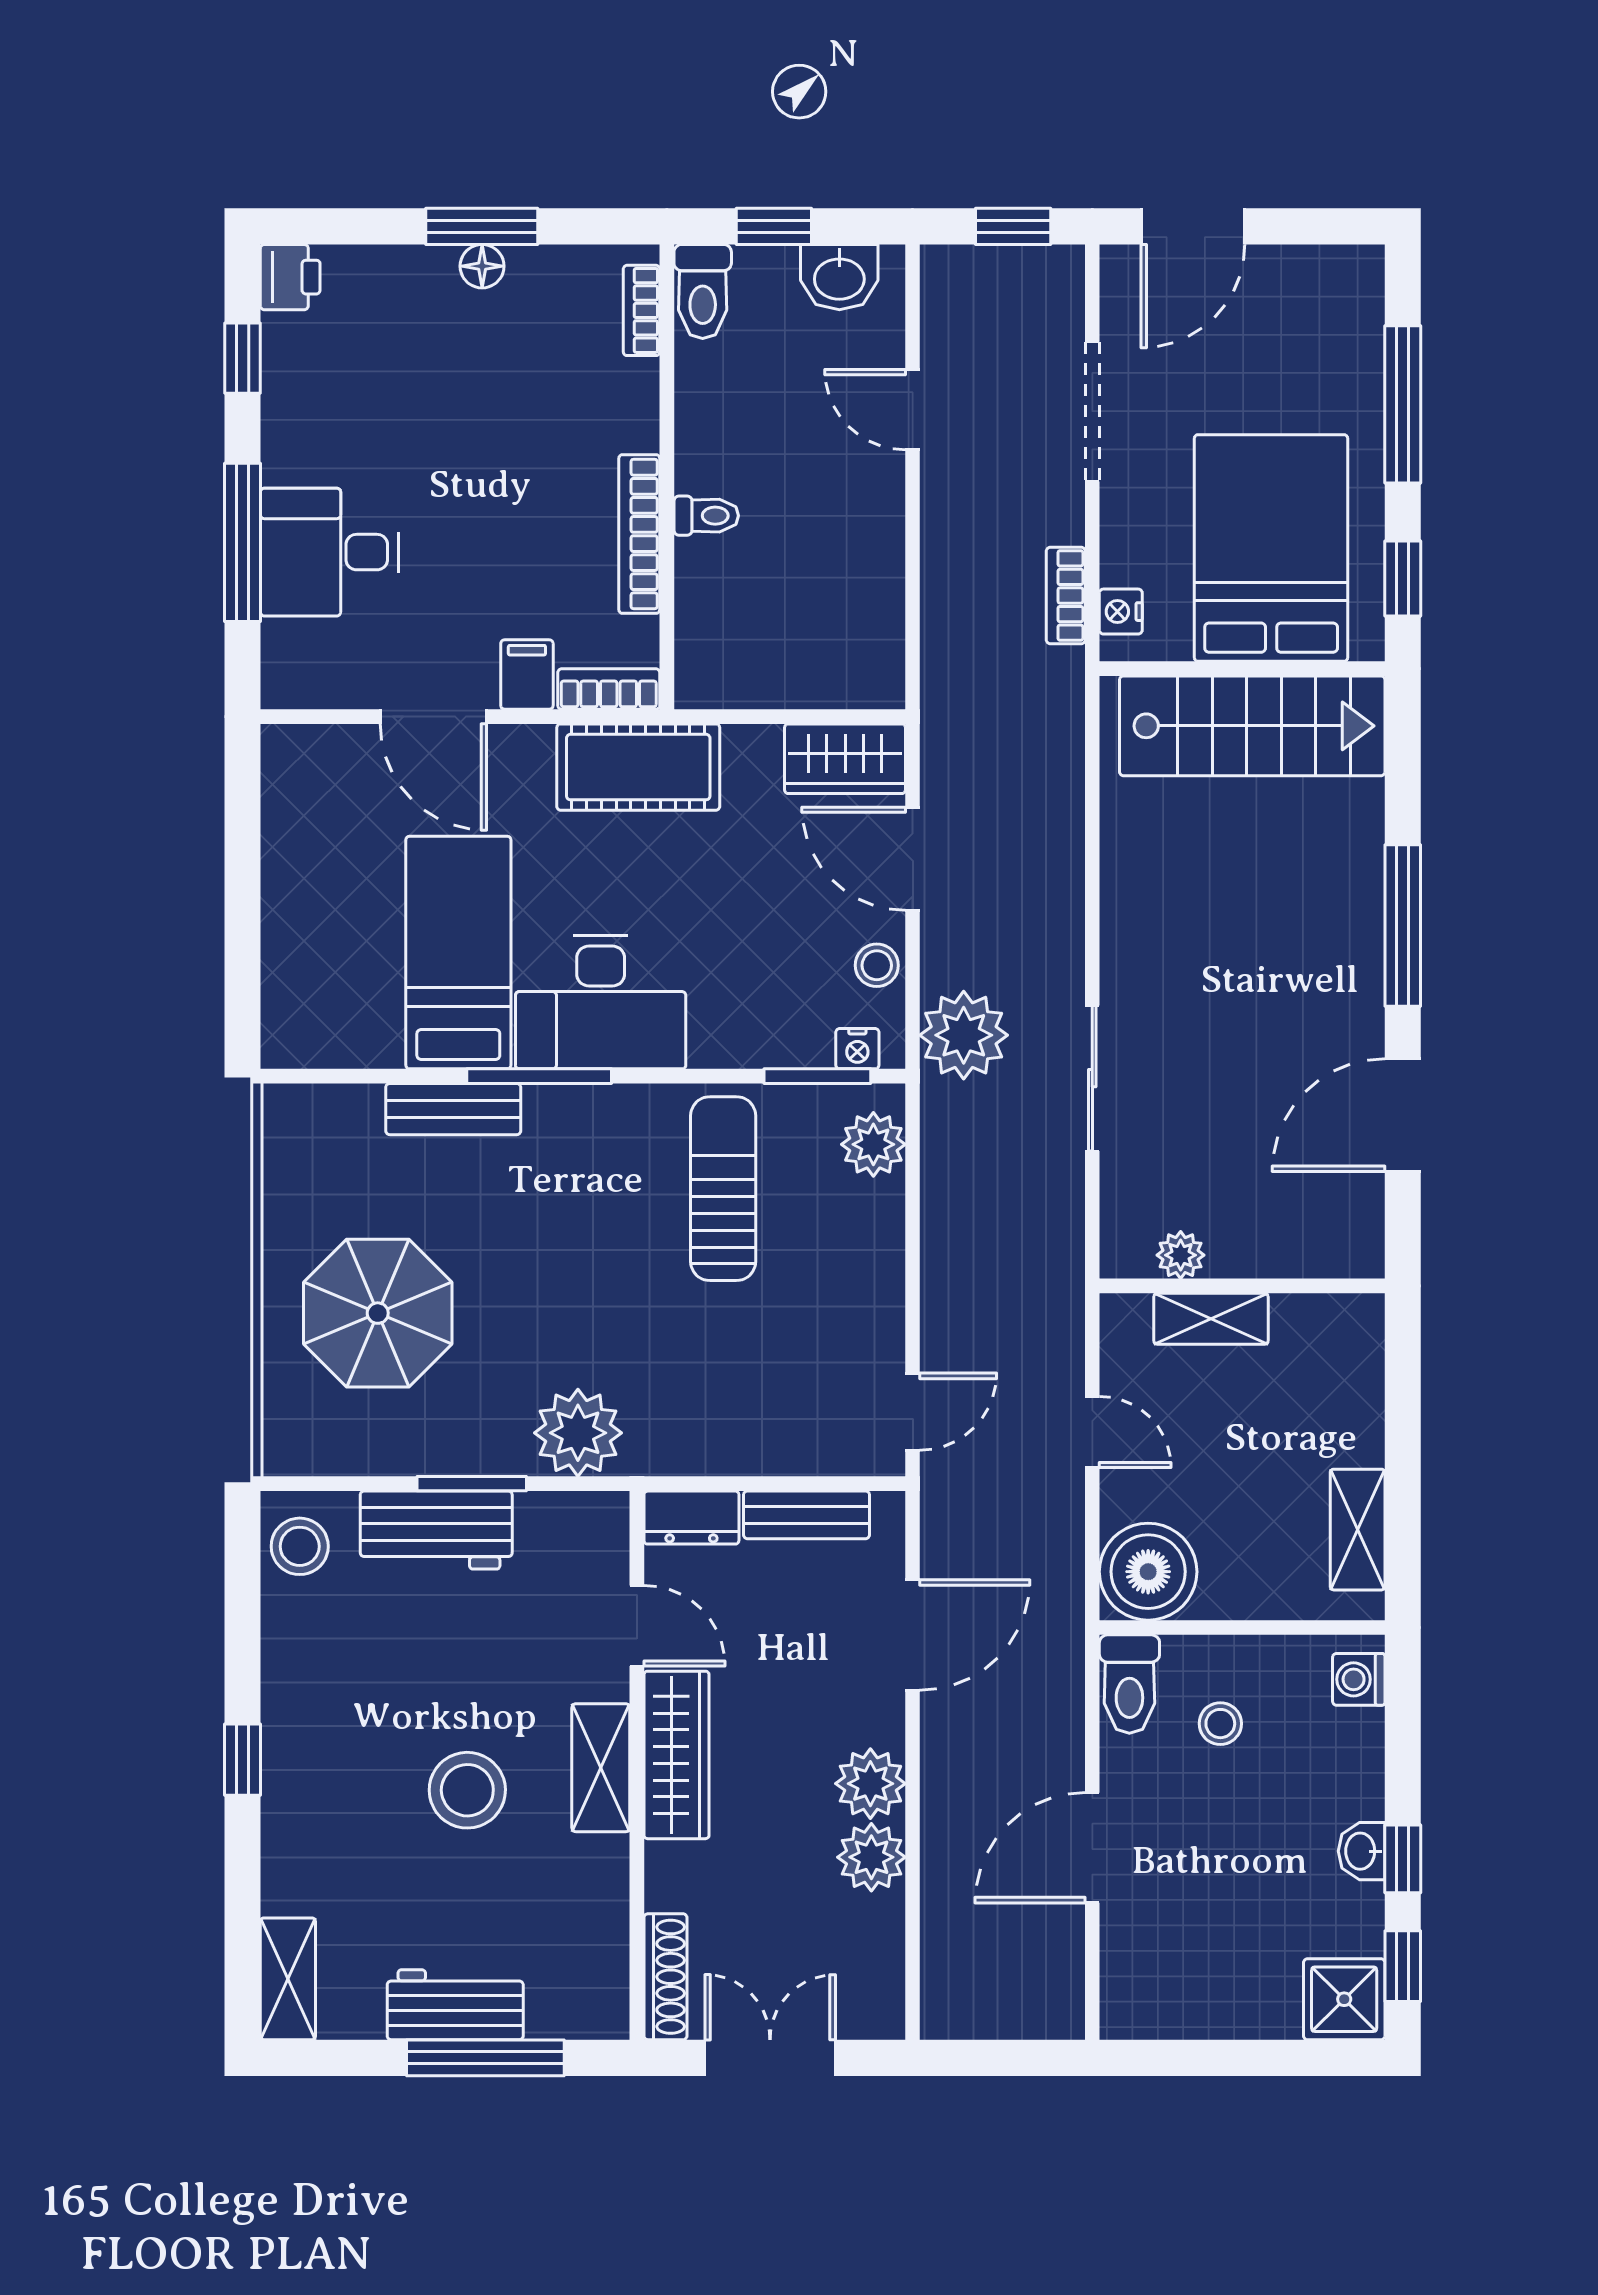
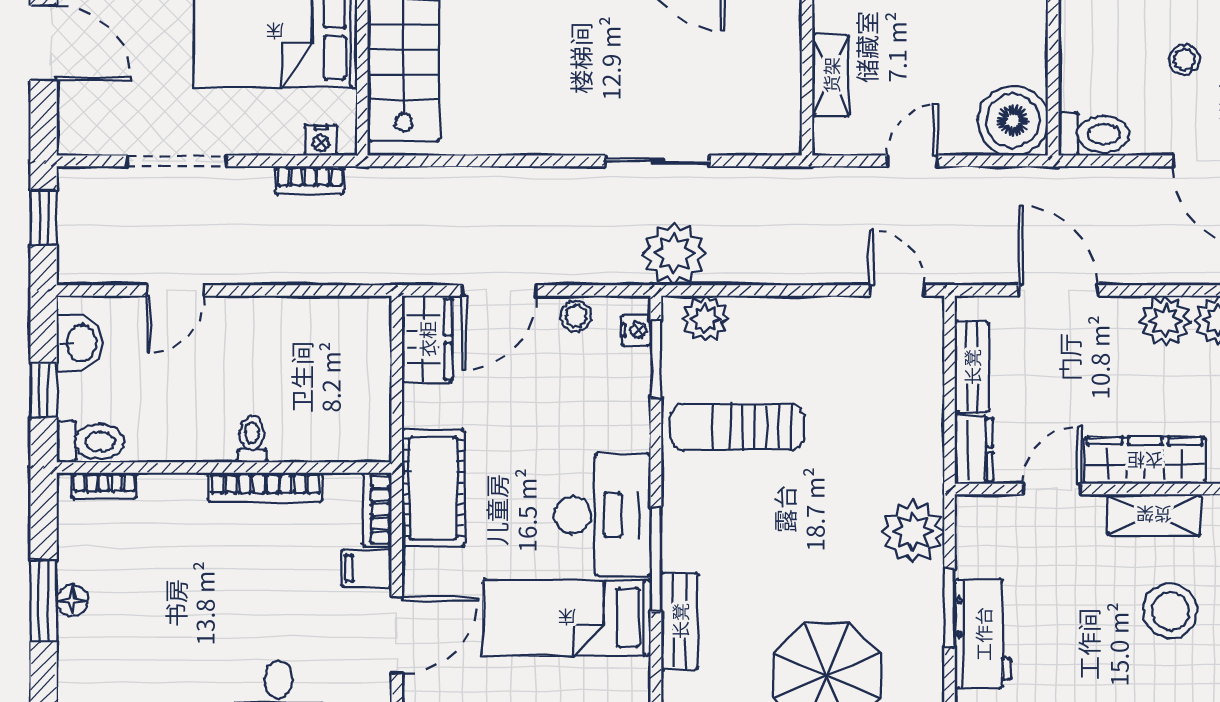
door: (1193, 226) -> (44, 43), moved
plant: (964, 1035) -> (674, 254), moved
plant: (1181, 1255) -> (785, 97), removed
stool: (1220, 1724) -> (1185, 60), moved

